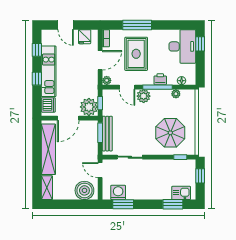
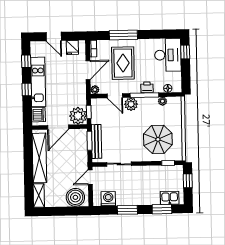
door: (100, 170) -> (90, 177), hinge flipped
window: (123, 204) -> (127, 210), moved

